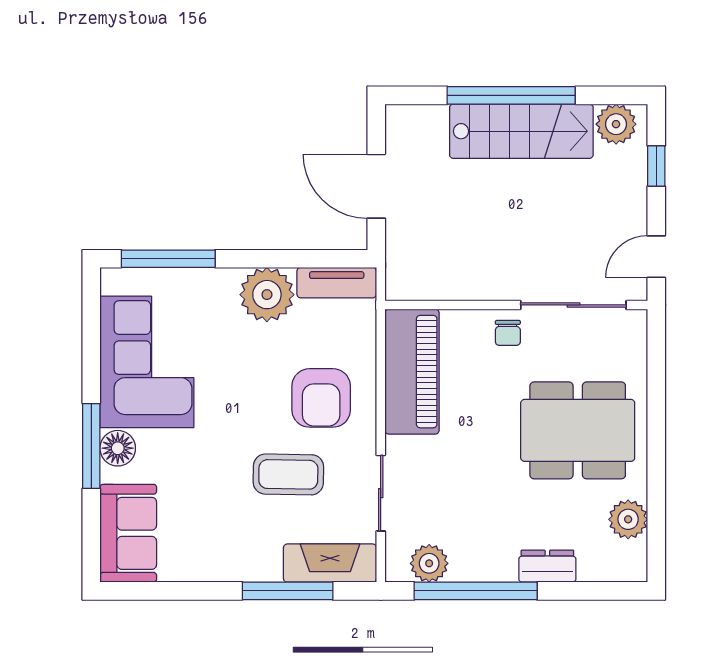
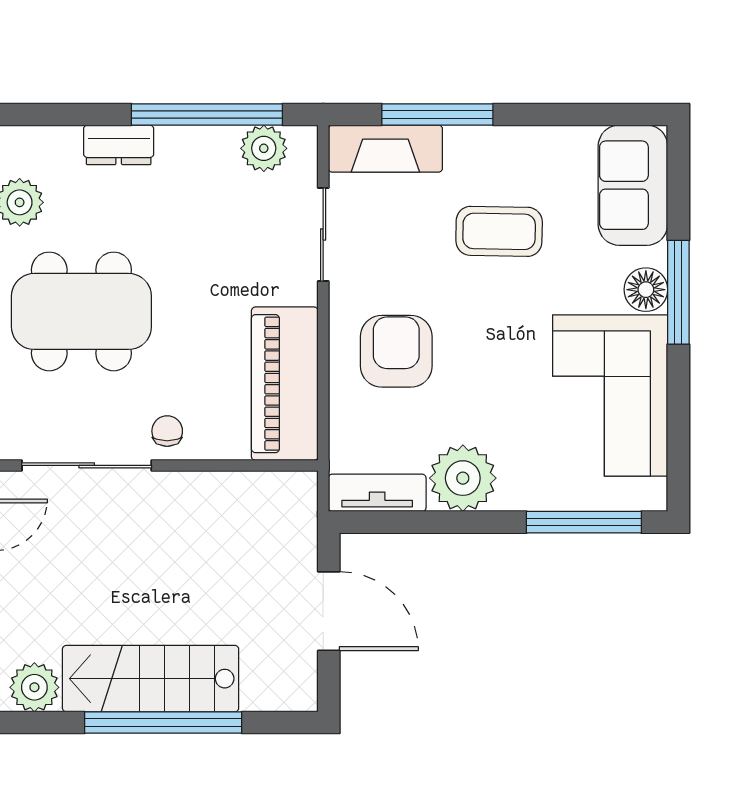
coffee table: (288, 474) -> (499, 231), moved

